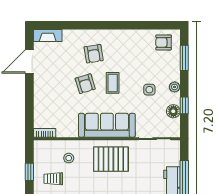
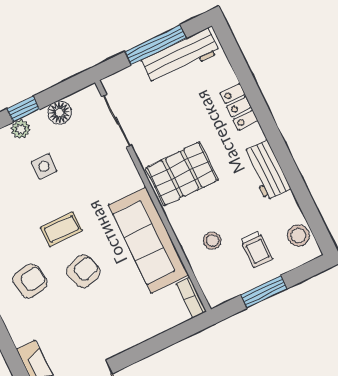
window: (184, 105) -> (23, 109), moved
sofa: (107, 125) -> (149, 240), moved
pallet: (111, 159) -> (182, 174), turned 90
window: (29, 172) -> (264, 292), width x1.50

